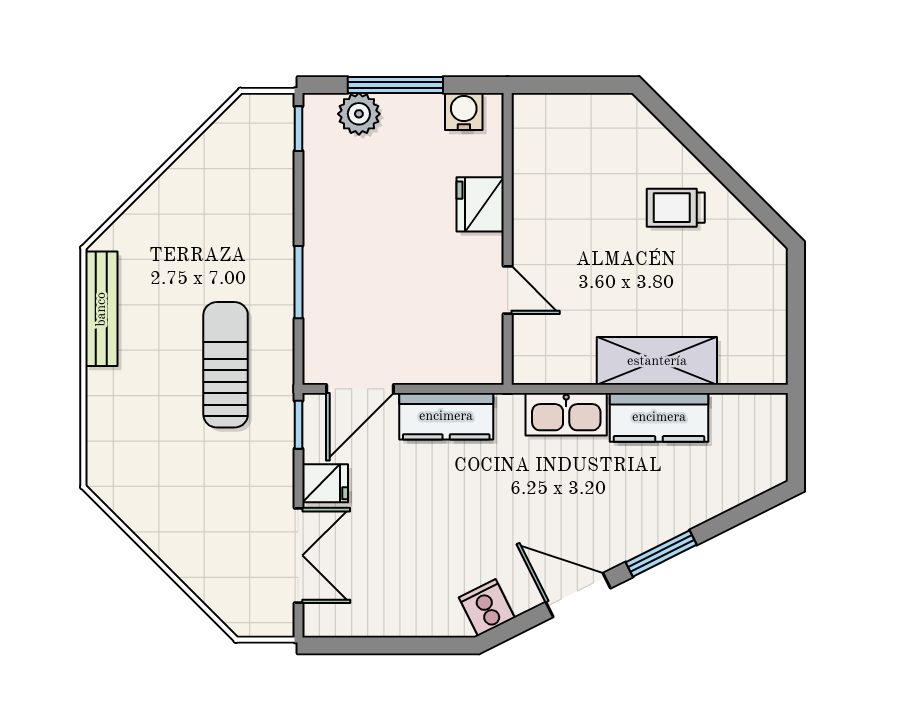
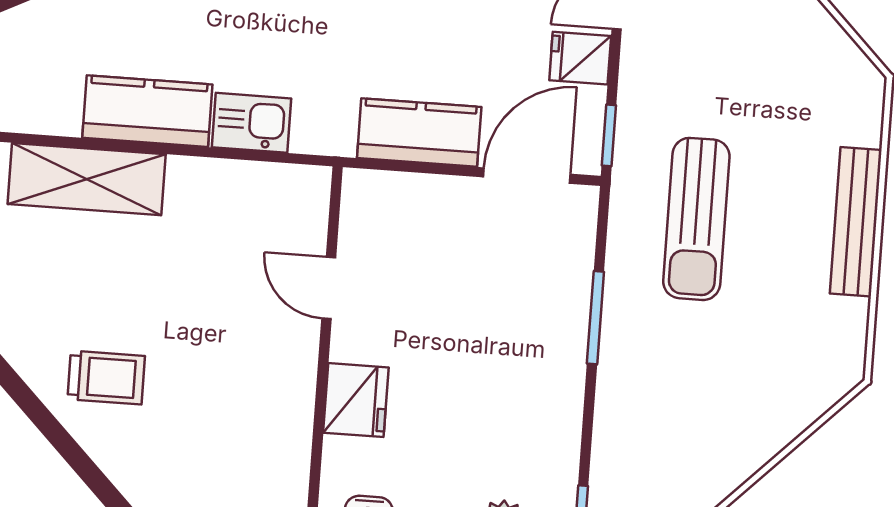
bench: (101, 309) -> (856, 222), moved
shelving: (657, 361) -> (87, 179), moved
kitchen sink: (566, 414) -> (251, 123), width x0.73

